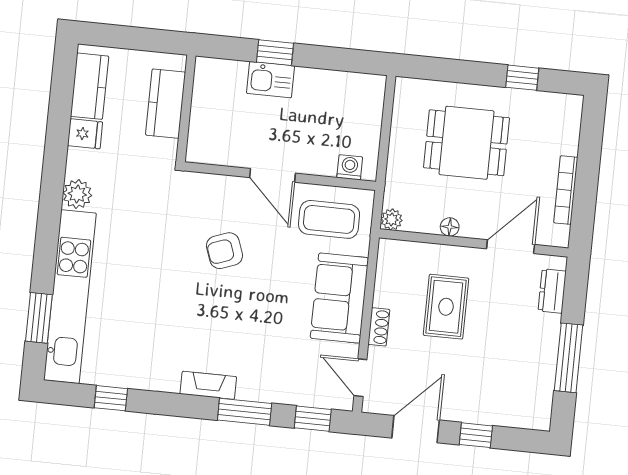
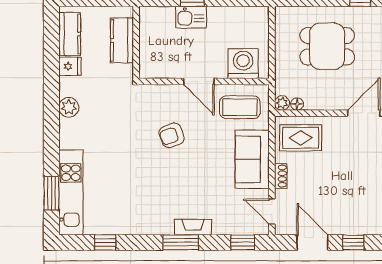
washing machine: (350, 167) -> (243, 64), width x1.89, depth x1.89
floor lamp: (450, 227) -> (297, 104), moved
kitchen unit: (70, 297) -> (71, 192), width x0.73
rug: (446, 307) -> (301, 138), moved, turned 90
fireplace: (208, 385) -> (193, 227), moved
window: (245, 412) -> (181, 242), moved
door: (416, 429) -> (312, 242), hinge flipped

